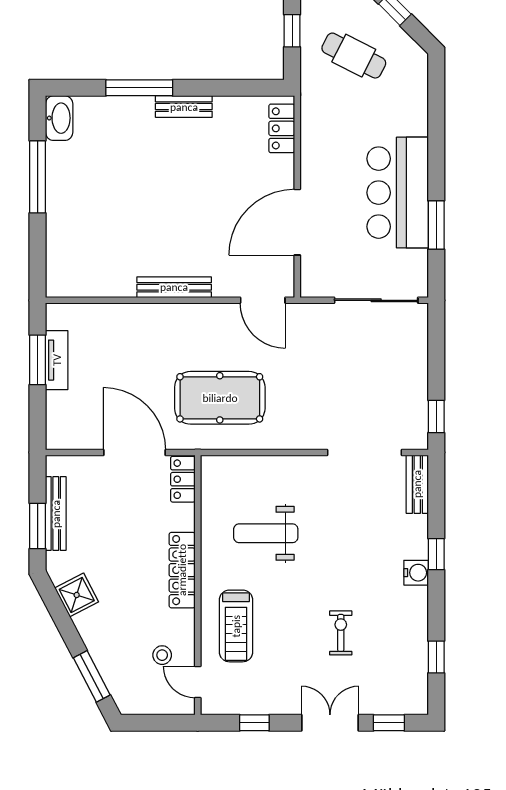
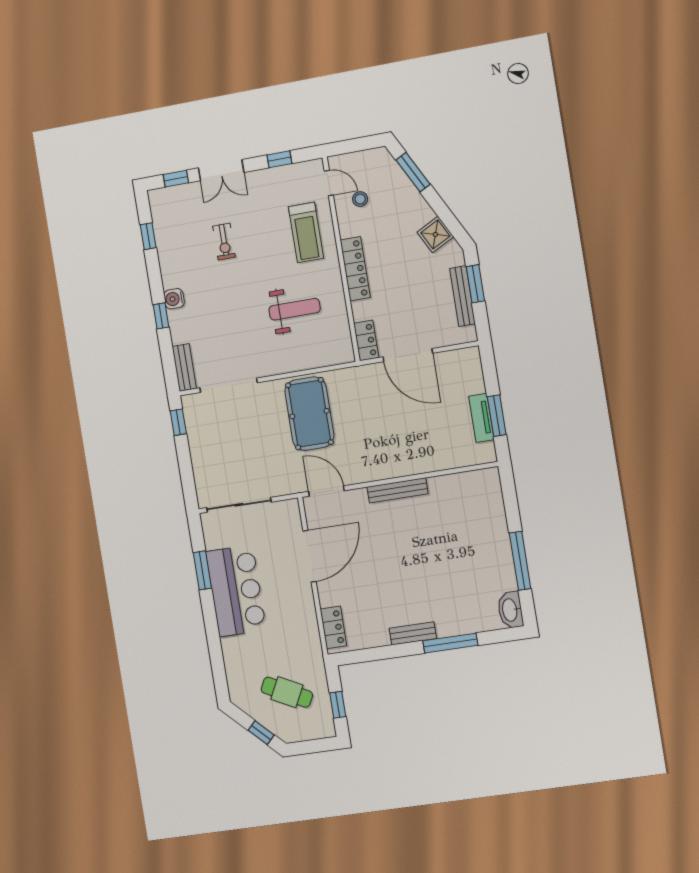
pool table: (220, 398) -> (309, 414), moved, turned 90
treadmill: (236, 626) -> (306, 232), turned 180

